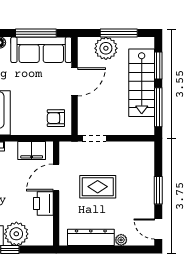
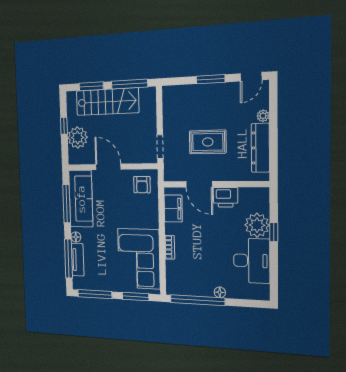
window: (119, 33) -> (64, 126), width x0.46
rug: (98, 187) -> (208, 142), turned 90

